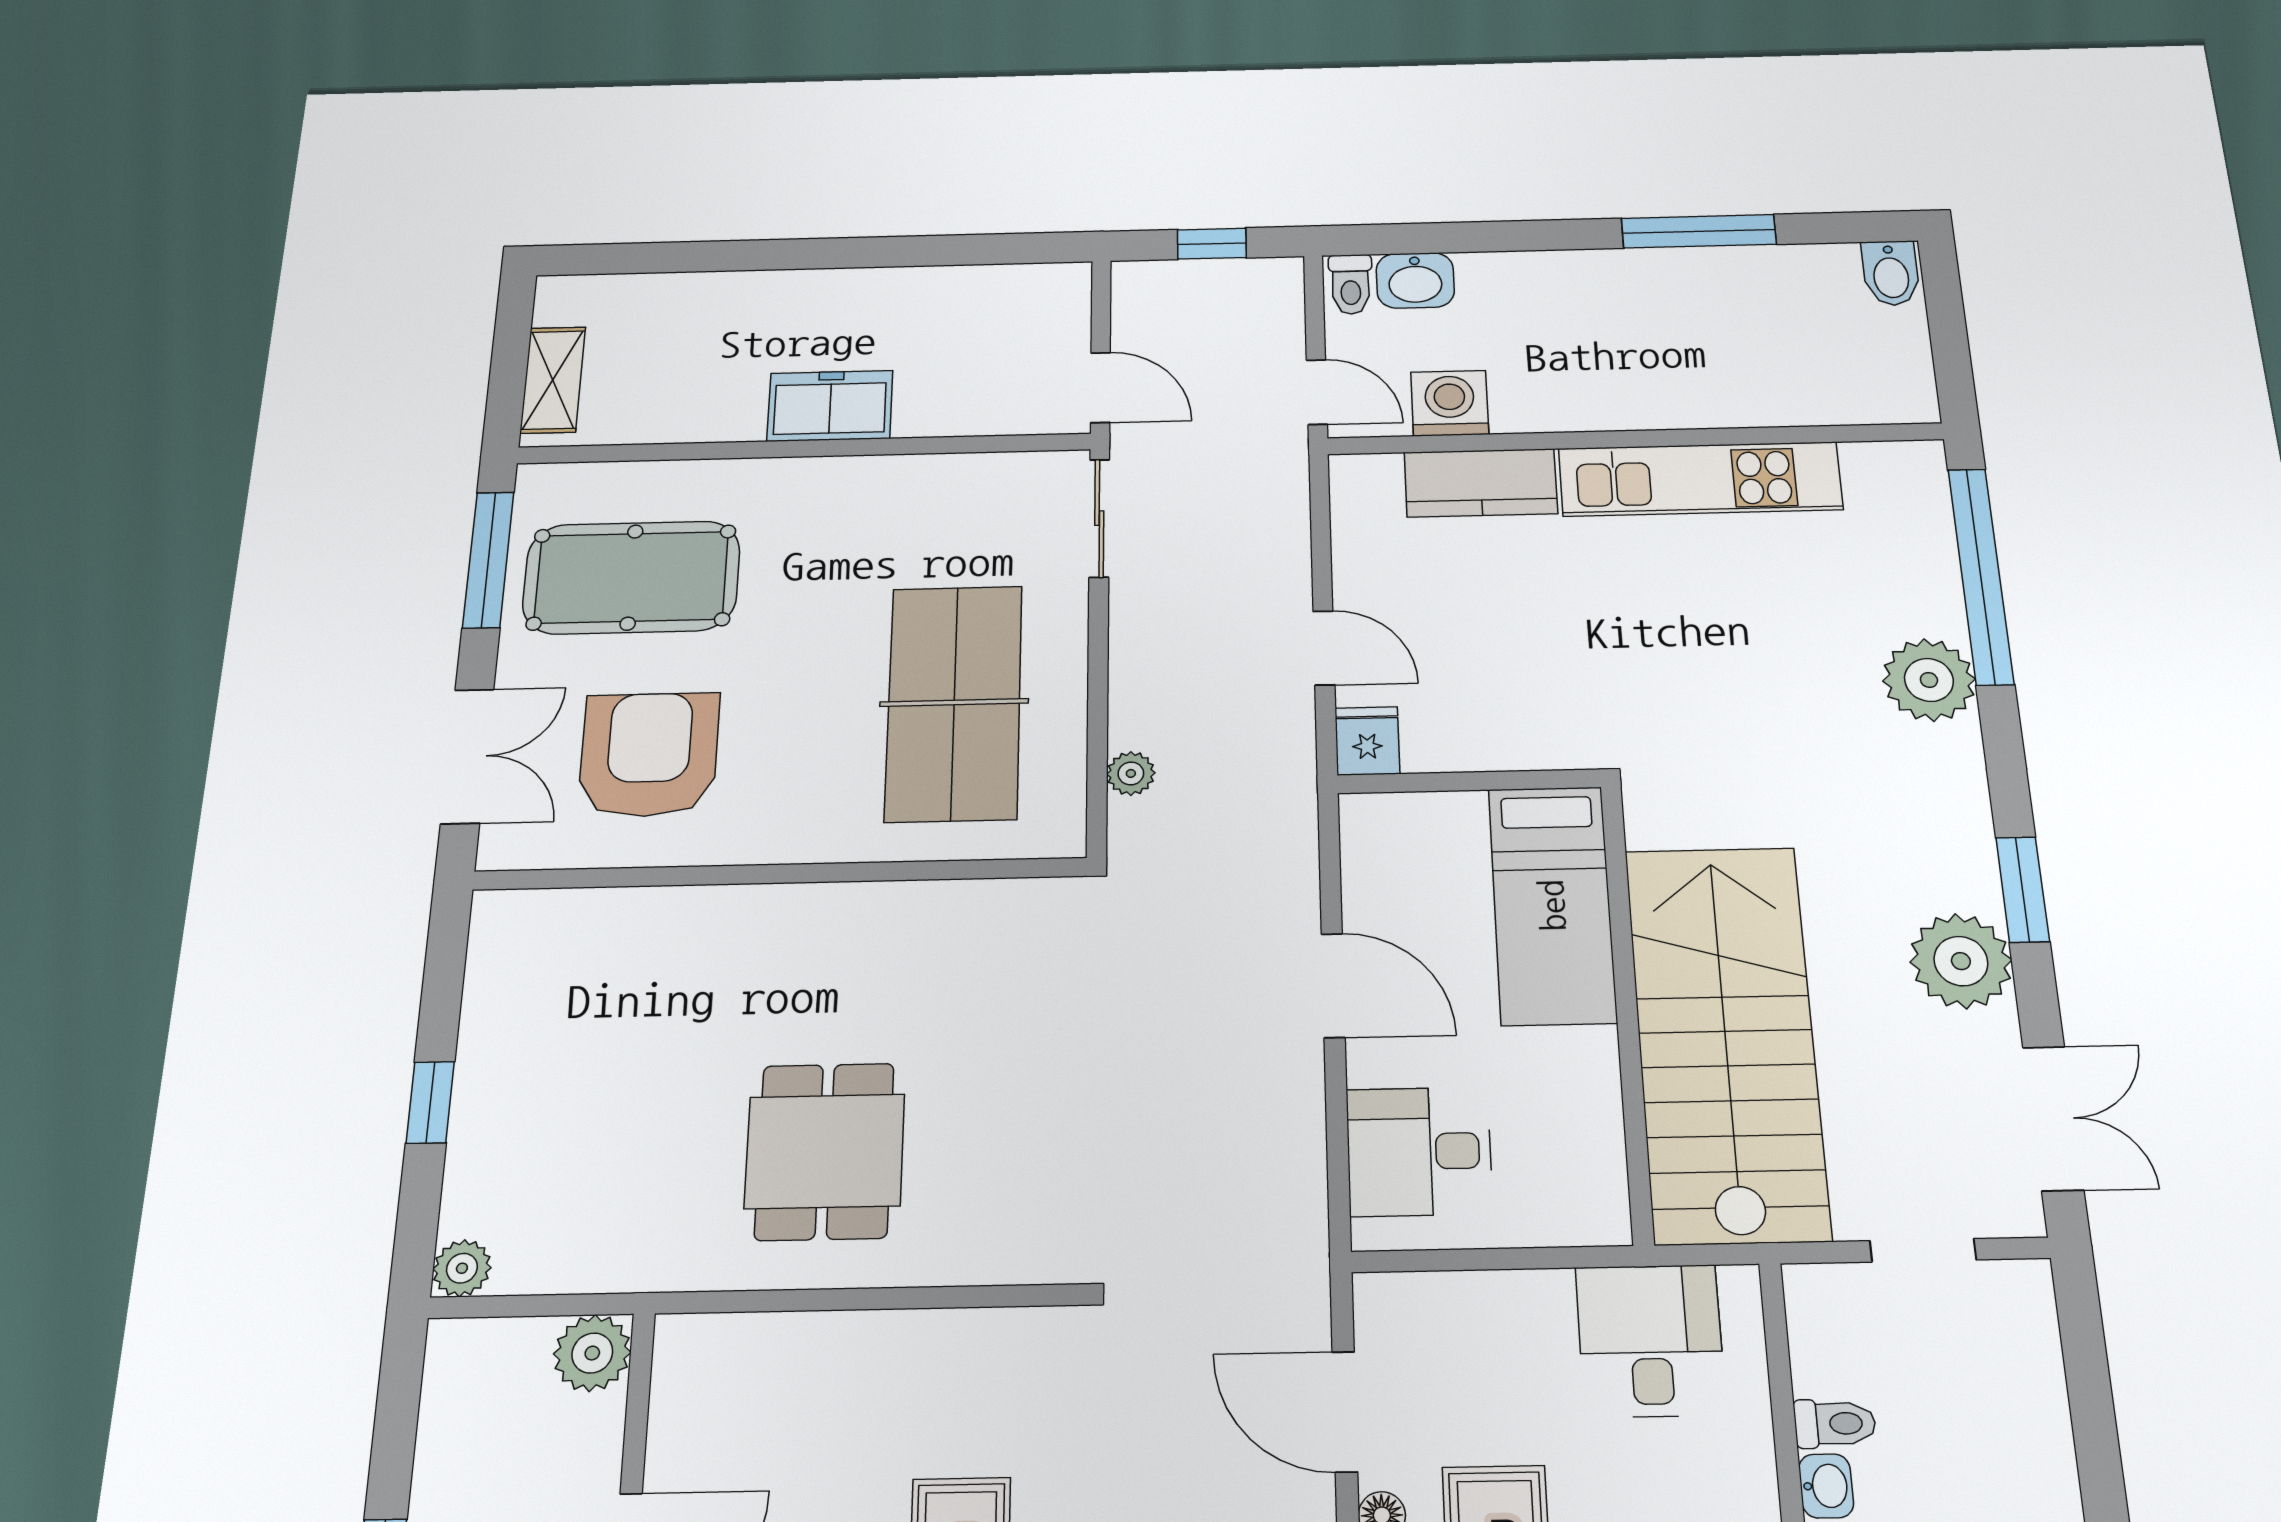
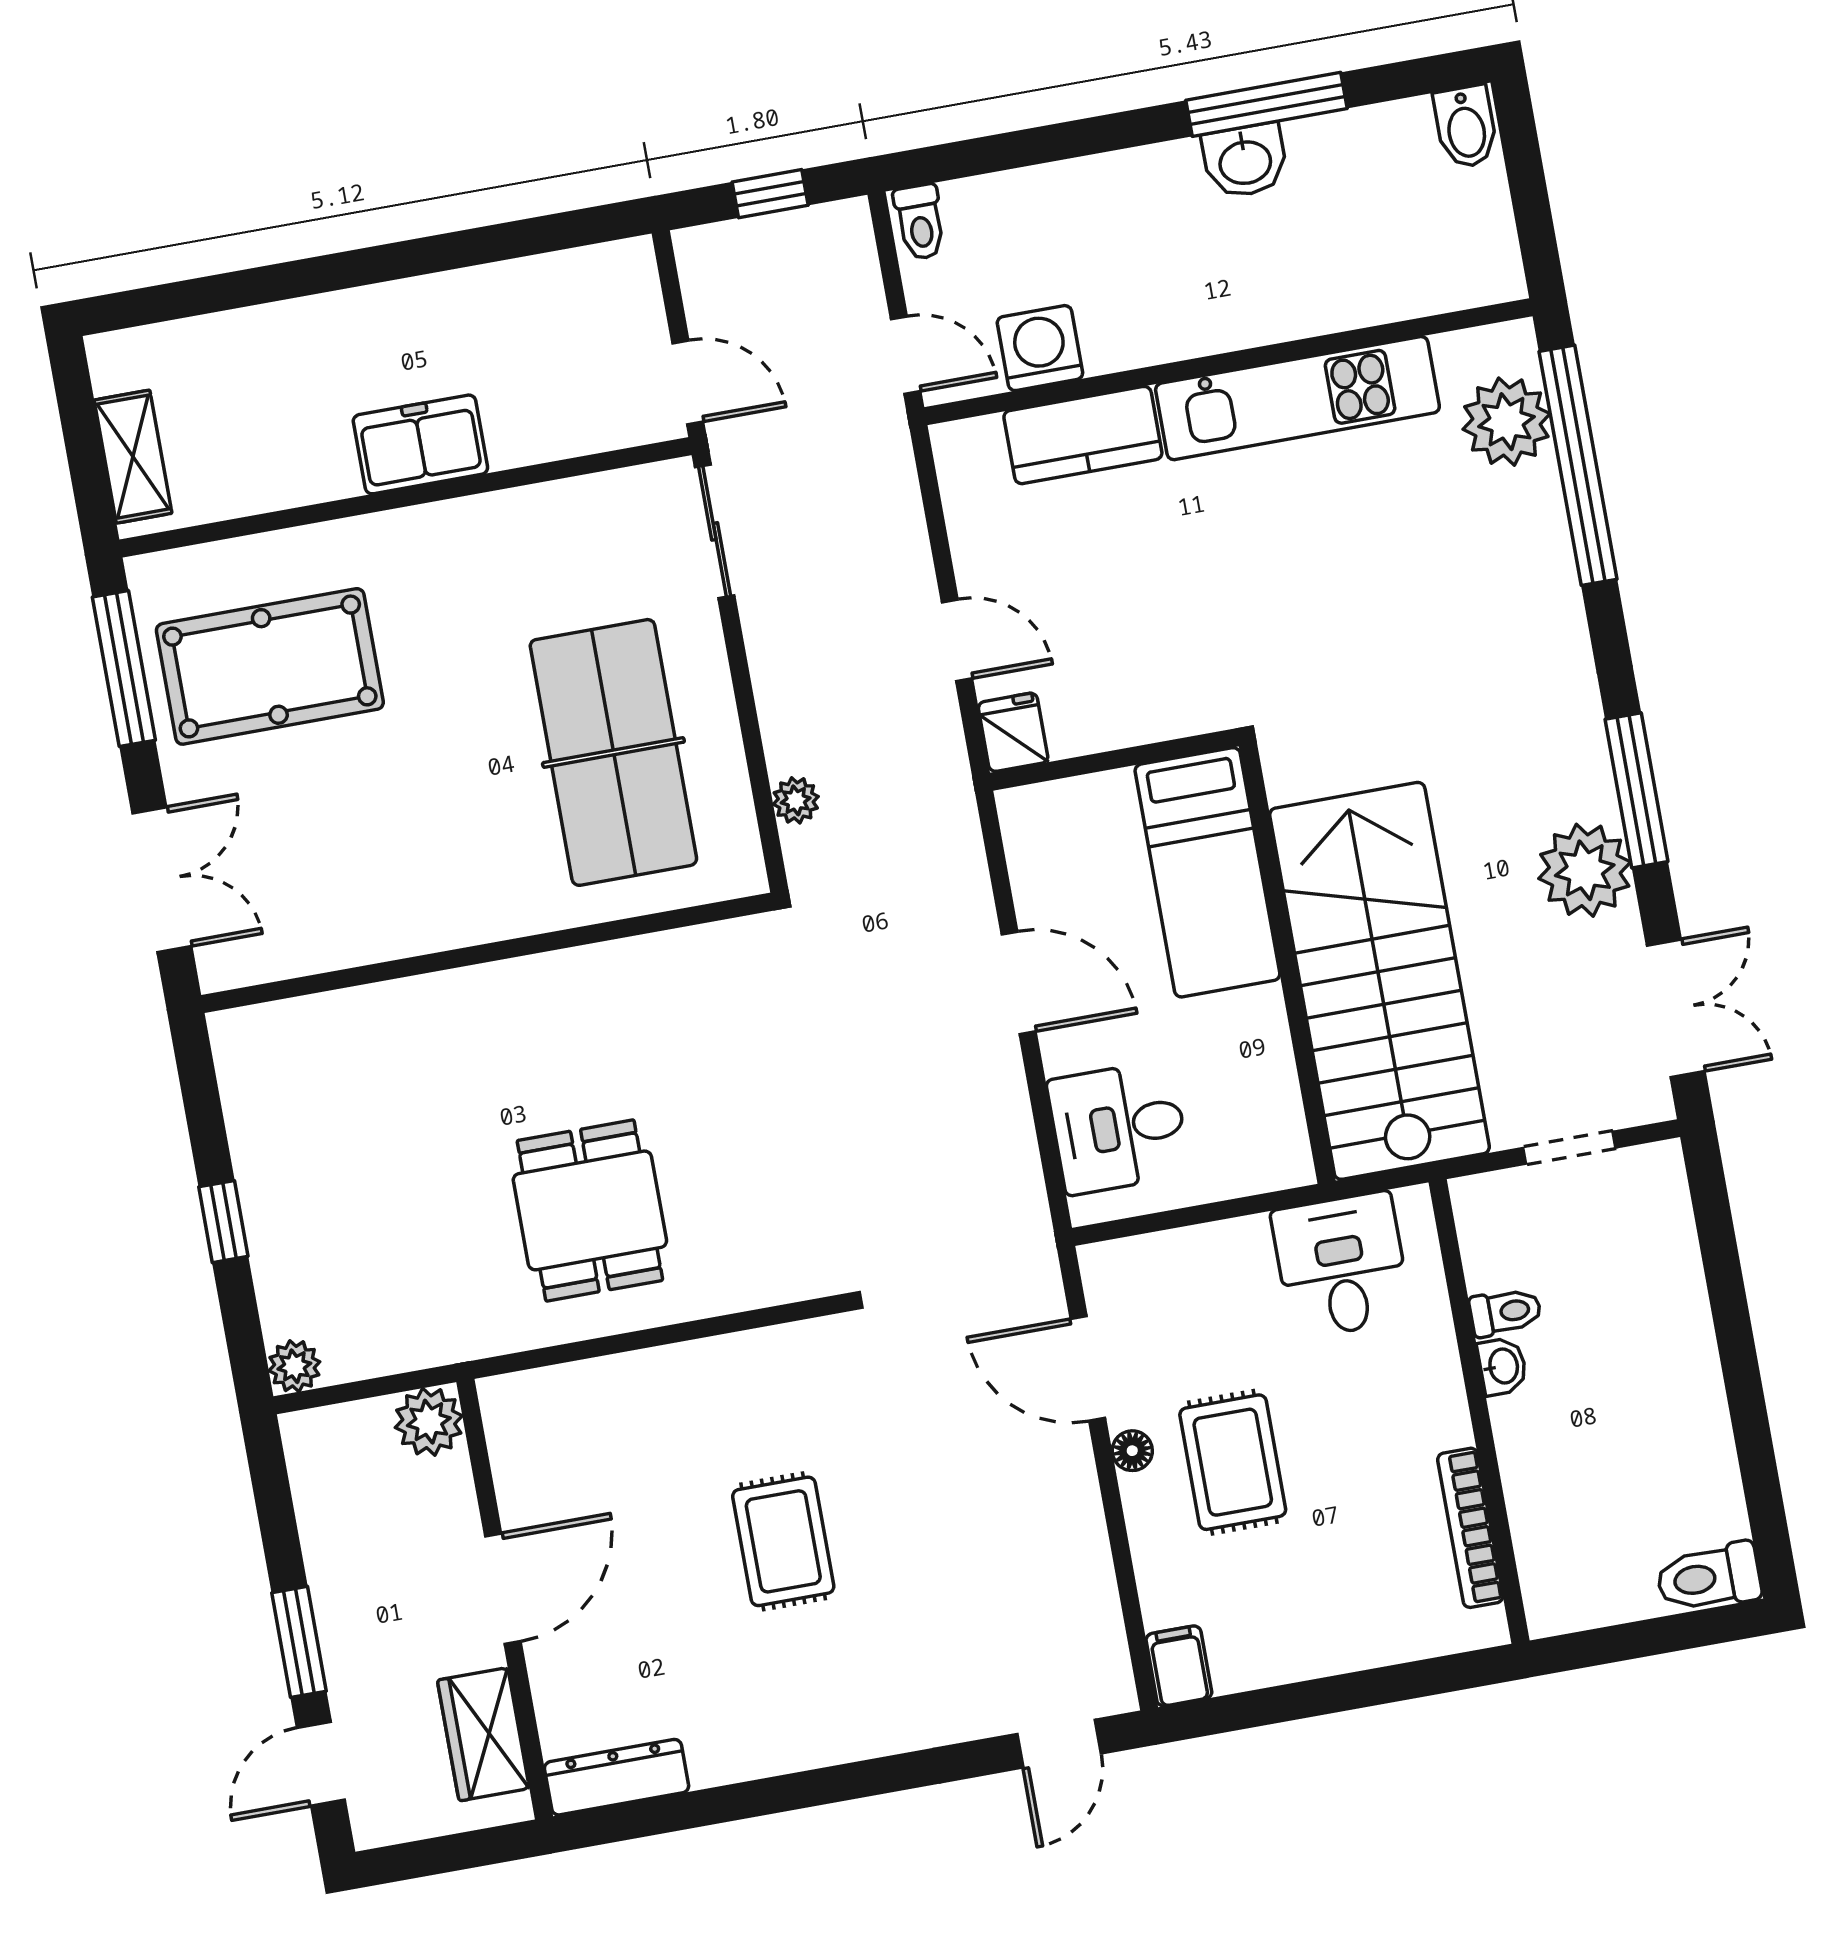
washbasin: (1415, 280) -> (1245, 161), moved
plant: (1929, 680) -> (1506, 422), moved
armchair: (649, 755) -> (335, 851), removed
window: (2023, 889) -> (1636, 790), width x1.44

